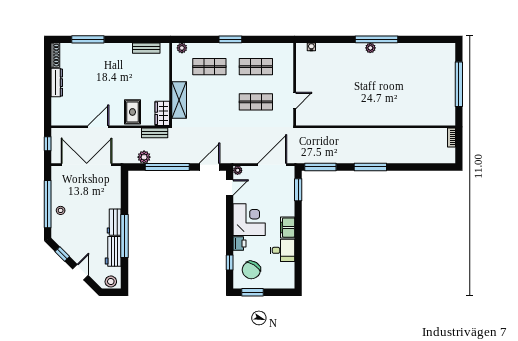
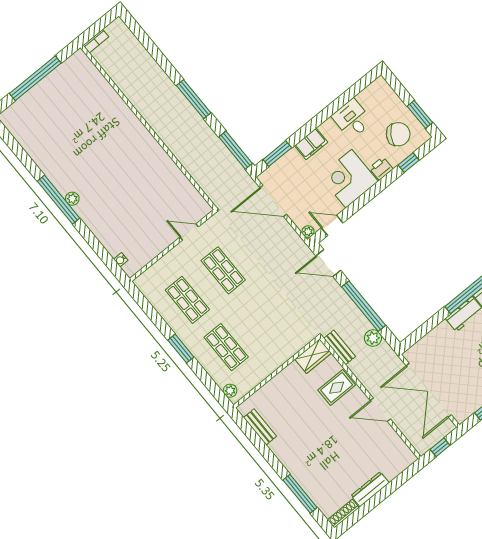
shelving: (179, 100) -> (285, 350), removed
filing cabinet: (288, 228) -> (311, 144), moved

